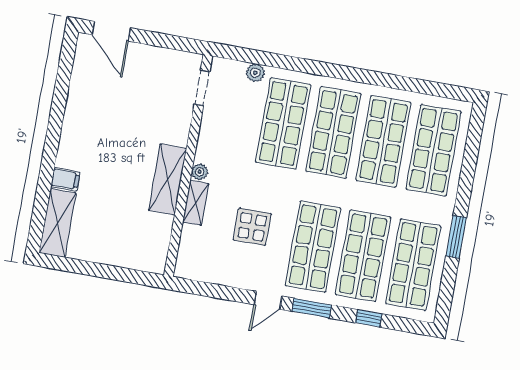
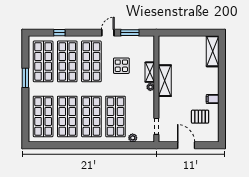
door: (111, 31) -> (186, 145), moved
pallet: (108, 92) -> (200, 117), added
filing cabinet: (65, 179) -> (213, 99), moved
window: (312, 308) -> (130, 33), moved

